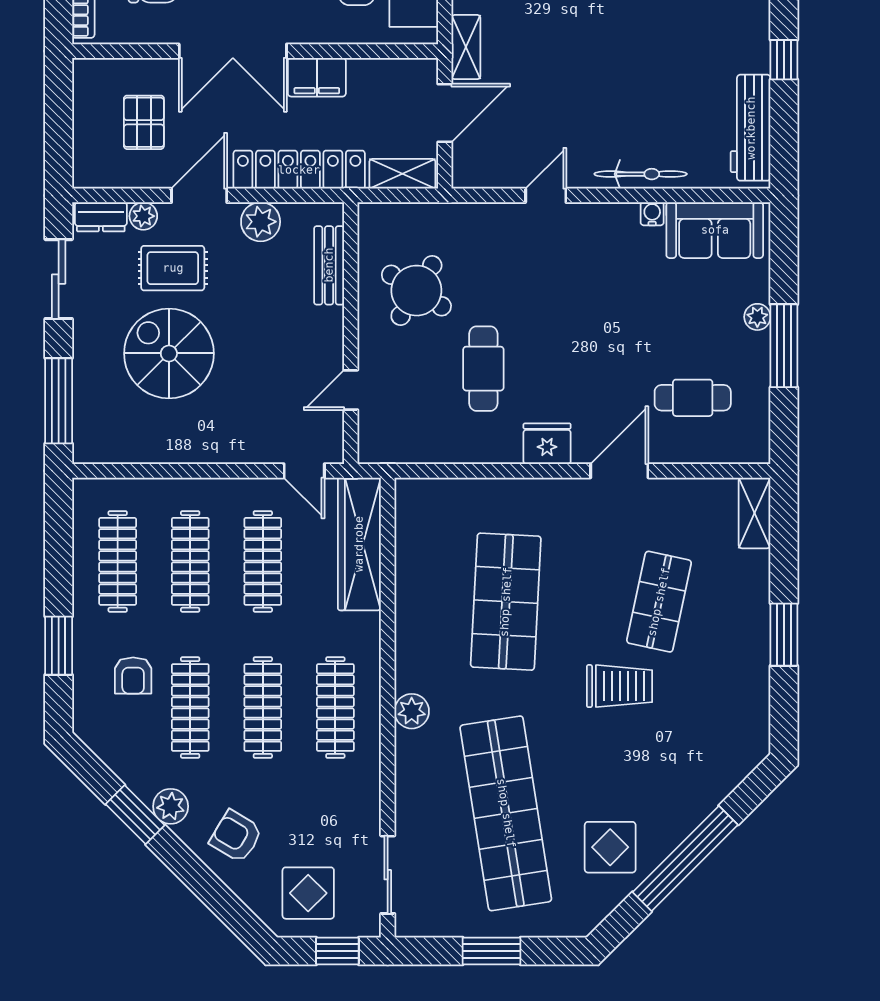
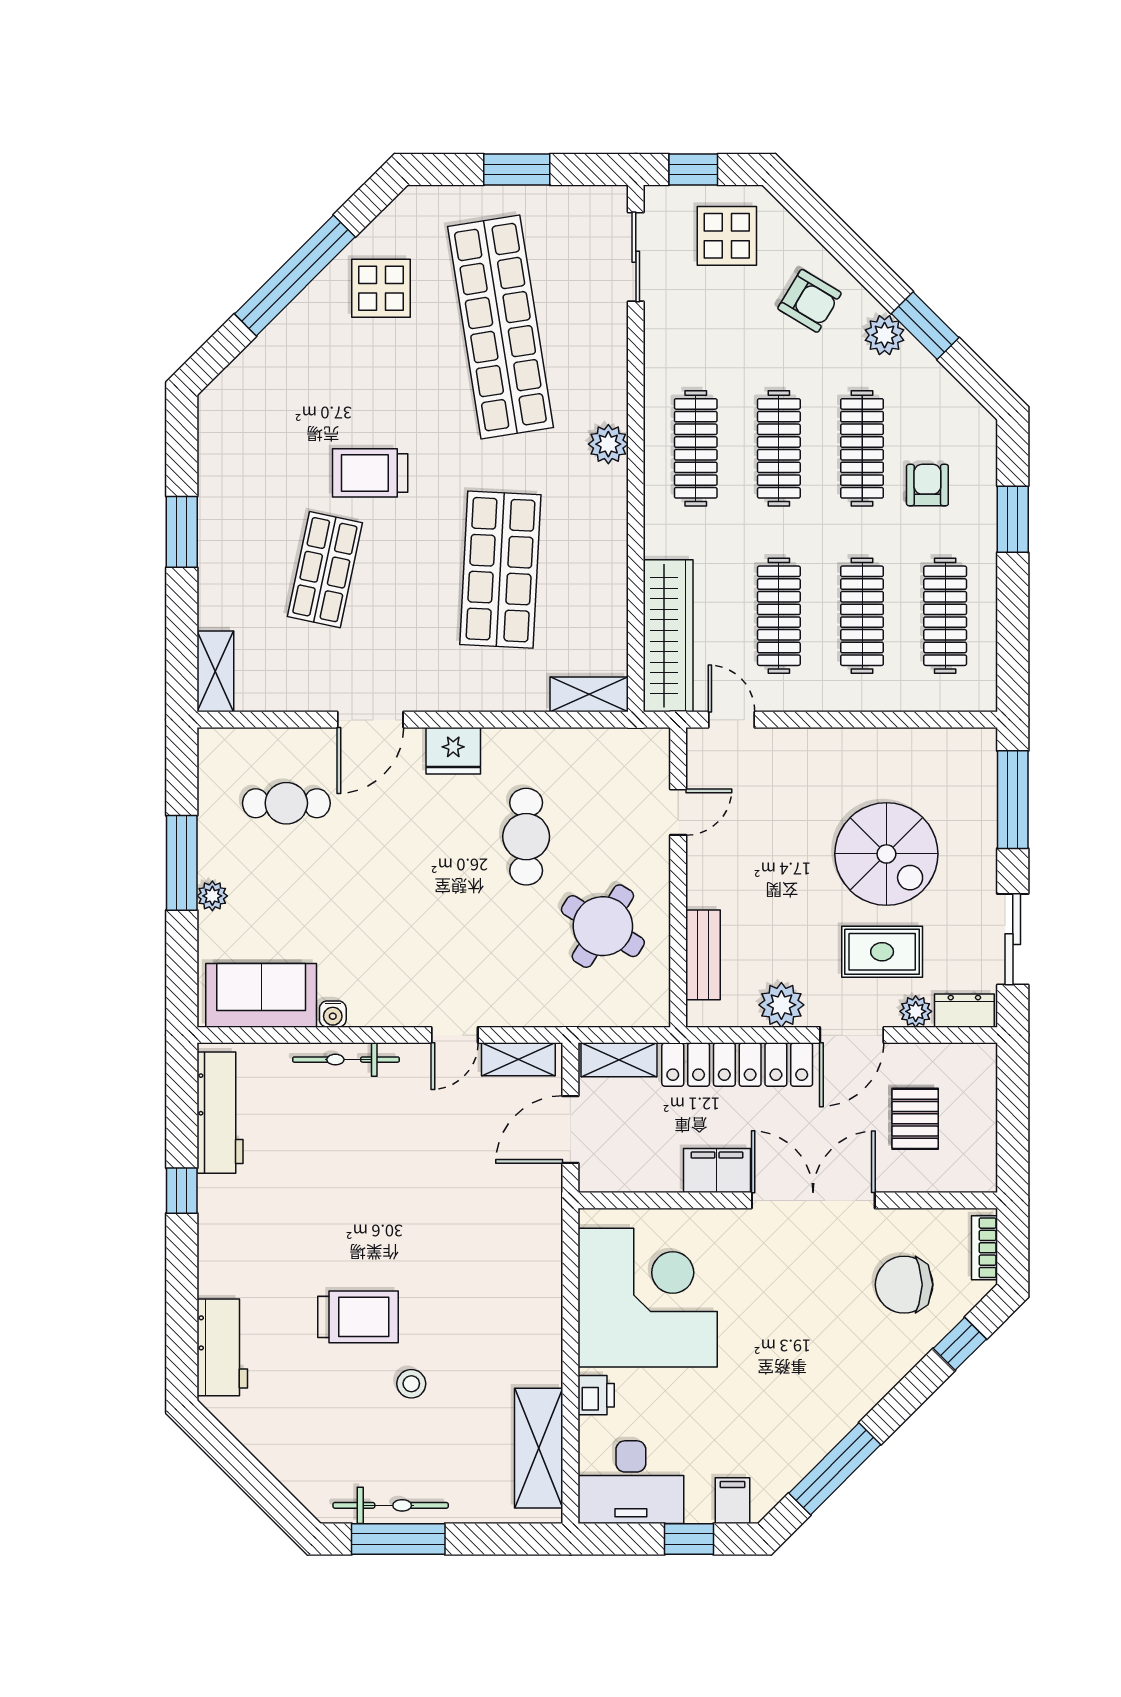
shelving: (466, 47) -> (518, 1059), moved, turned 90
shelving: (428, 493) -> (589, 694), added

